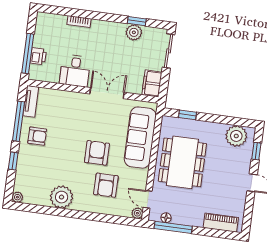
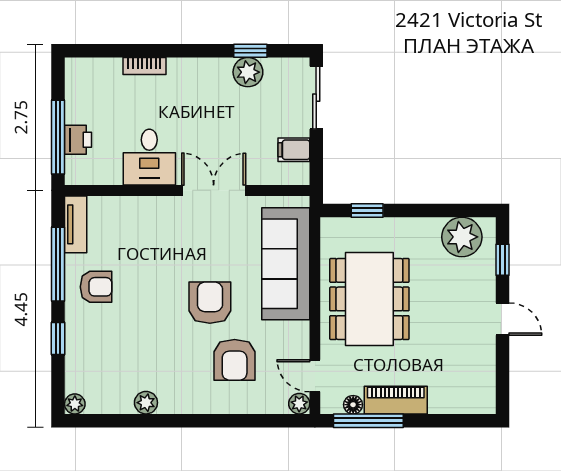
filing cabinet: (152, 83) -> (294, 150), width x0.50
plant: (62, 197) -> (146, 403), width x0.53, depth x0.53
piano: (221, 223) -> (396, 400), moved

